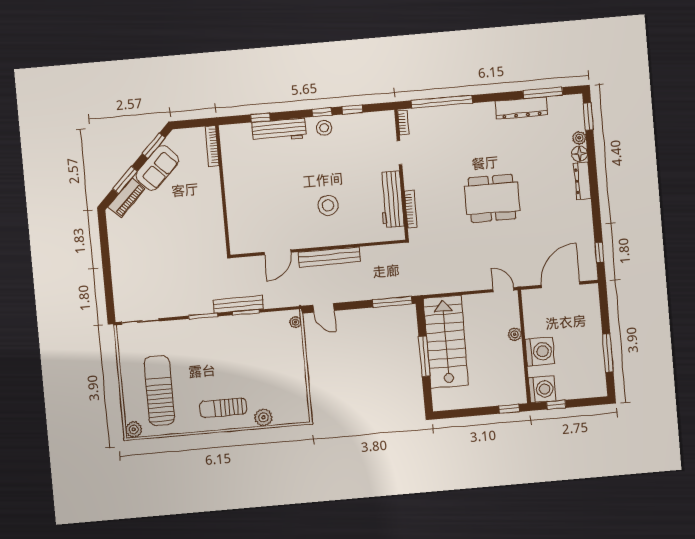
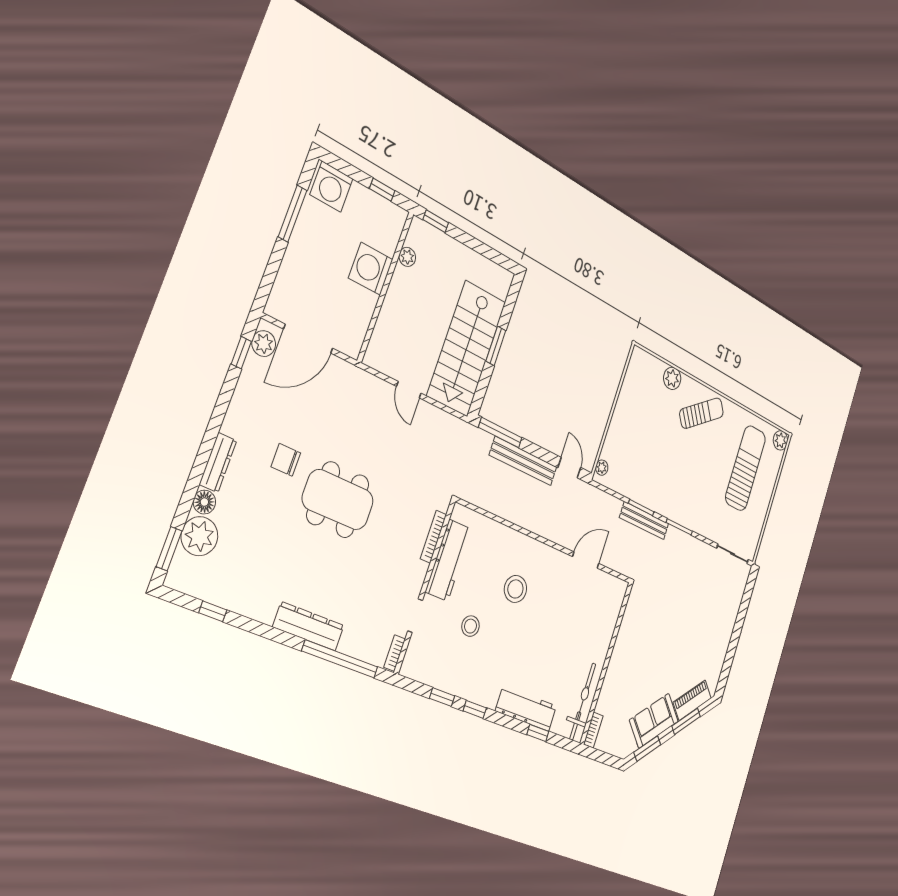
window: (543, 93) -> (213, 611), width x0.46
dresser: (521, 108) -> (309, 626), moved
stool: (324, 128) -> (470, 626), moved
plant: (579, 138) -> (199, 536), width x1.88, depth x1.88
bookcase: (212, 146) -> (593, 730), width x0.64
bicycle: (231, 155) -> (583, 701), added
chair: (539, 205) -> (286, 460), added
bench: (329, 257) -> (523, 461), moved
plant: (588, 266) -> (264, 344), added
door: (503, 290) -> (409, 390), moved
plant: (515, 334) -> (407, 257), moved
window: (424, 356) -> (496, 346), width x0.69
washing machine: (542, 389) -> (331, 187), moved, turned -90
sun lounger: (159, 391) -> (746, 468), turned 180
sun lounger: (223, 408) -> (701, 413), turned -36

